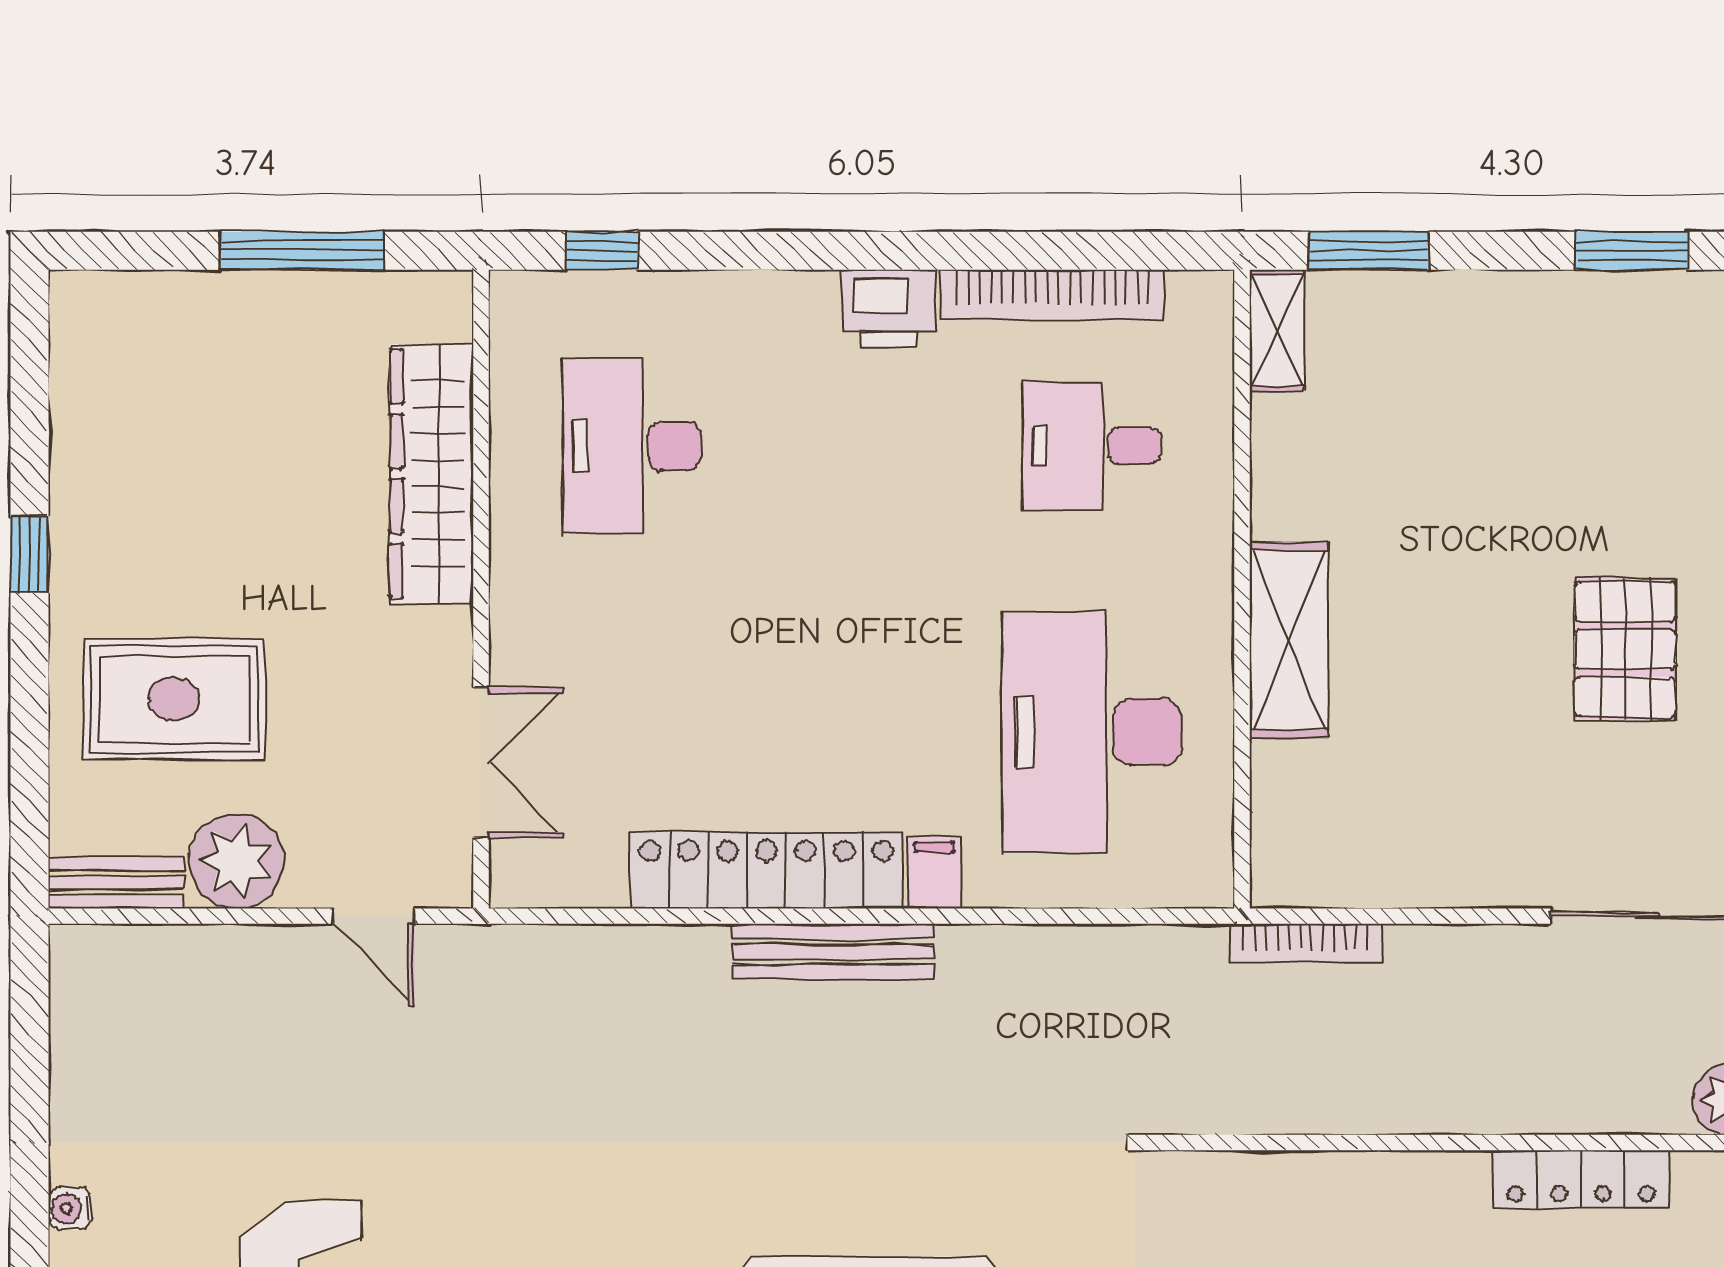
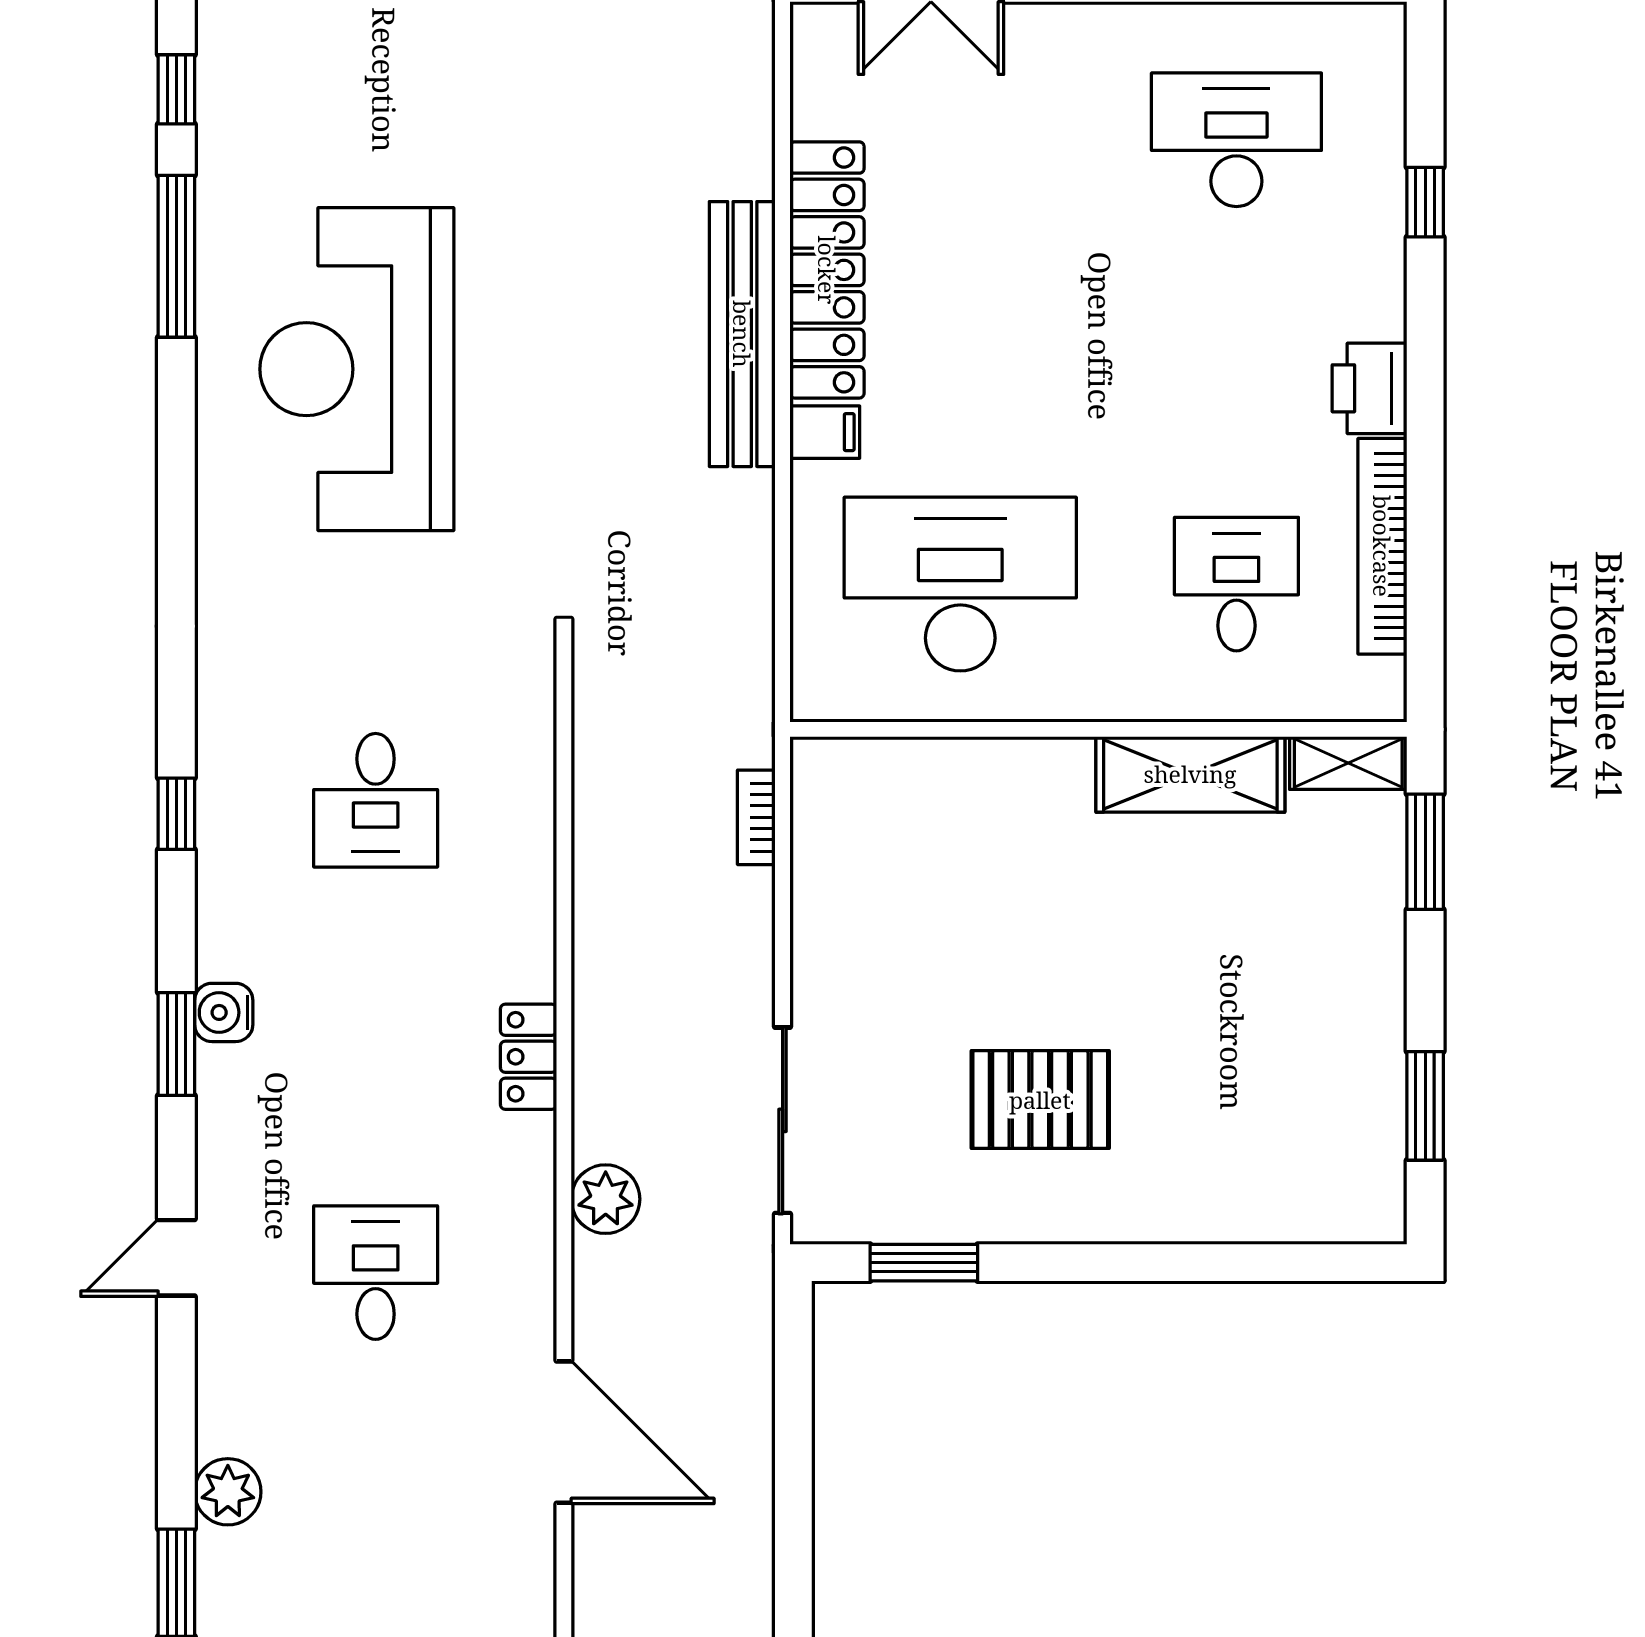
window: (602, 251) -> (1425, 202), moved
shelving: (1289, 640) -> (1190, 774), moved
bookcase: (1306, 943) -> (756, 817), width x0.64
bench: (833, 952) -> (742, 334), width x1.37, depth x1.21
locker: (1581, 1179) -> (529, 1057), width x0.66

